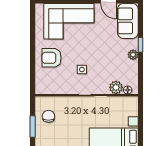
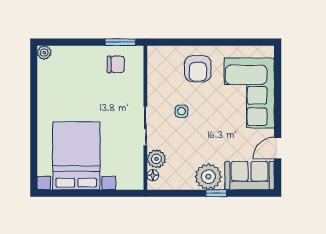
plant: (133, 55) -> (208, 177), width x1.87, depth x1.87
armchair: (52, 58) -> (198, 69), turned 180
window: (33, 127) -> (120, 42), moved

